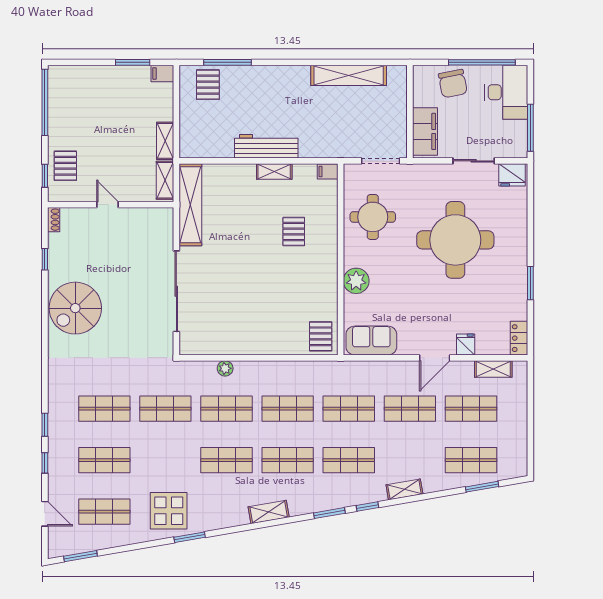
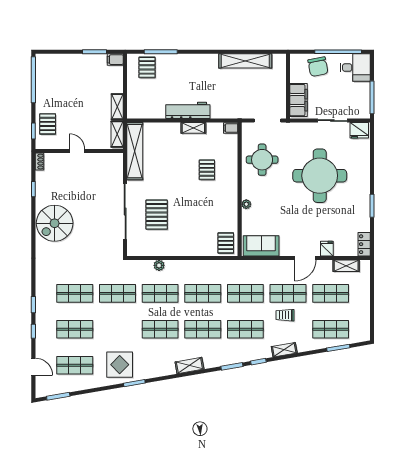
desk: (506, 92) -> (355, 68), width x0.73
plant: (356, 281) -> (246, 204), width x0.53, depth x0.53
pallet: (222, 296) -> (157, 215), added
trolley: (406, 440) -> (285, 315), added

